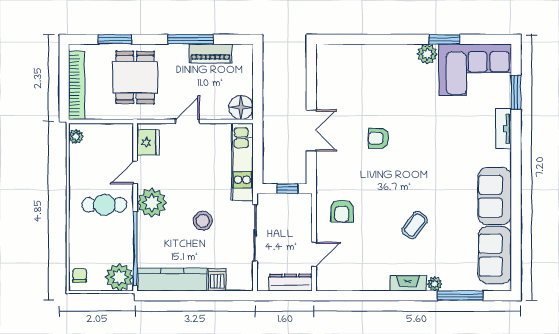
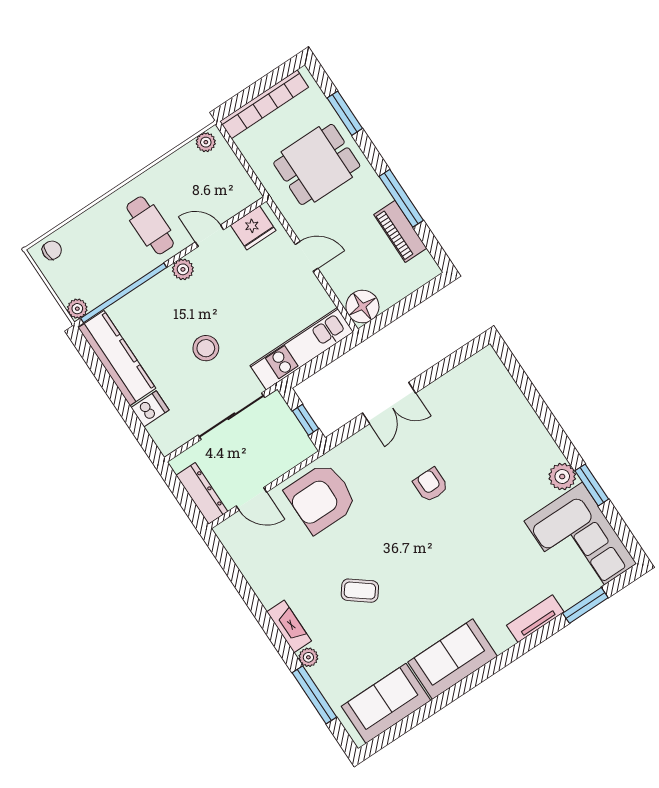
plant: (152, 203) -> (183, 269), width x0.53, depth x0.53
armchair: (342, 211) -> (321, 498), width x1.88, depth x1.88
plant: (119, 277) -> (77, 309), width x0.53, depth x0.53

